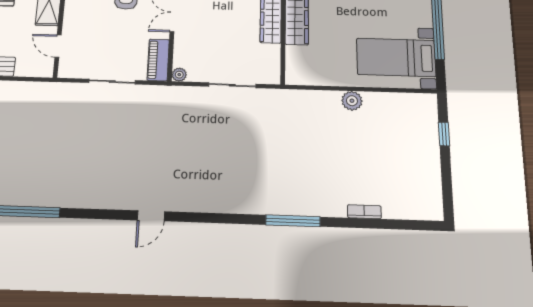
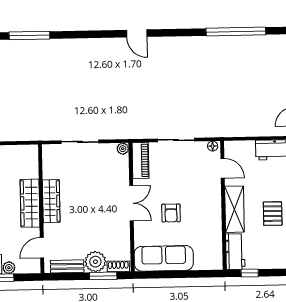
floor lamp: (67, 72) -> (213, 146), added
door: (151, 216) -> (137, 33), swing flipped

